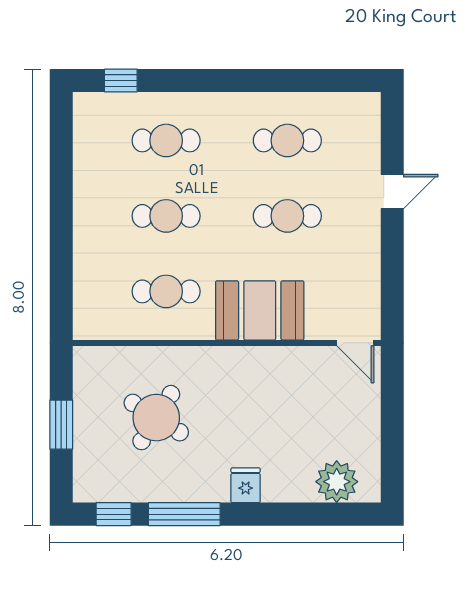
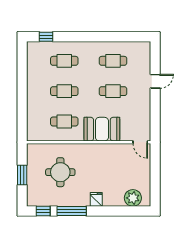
round table: (156, 418) -> (60, 172), turned -32

